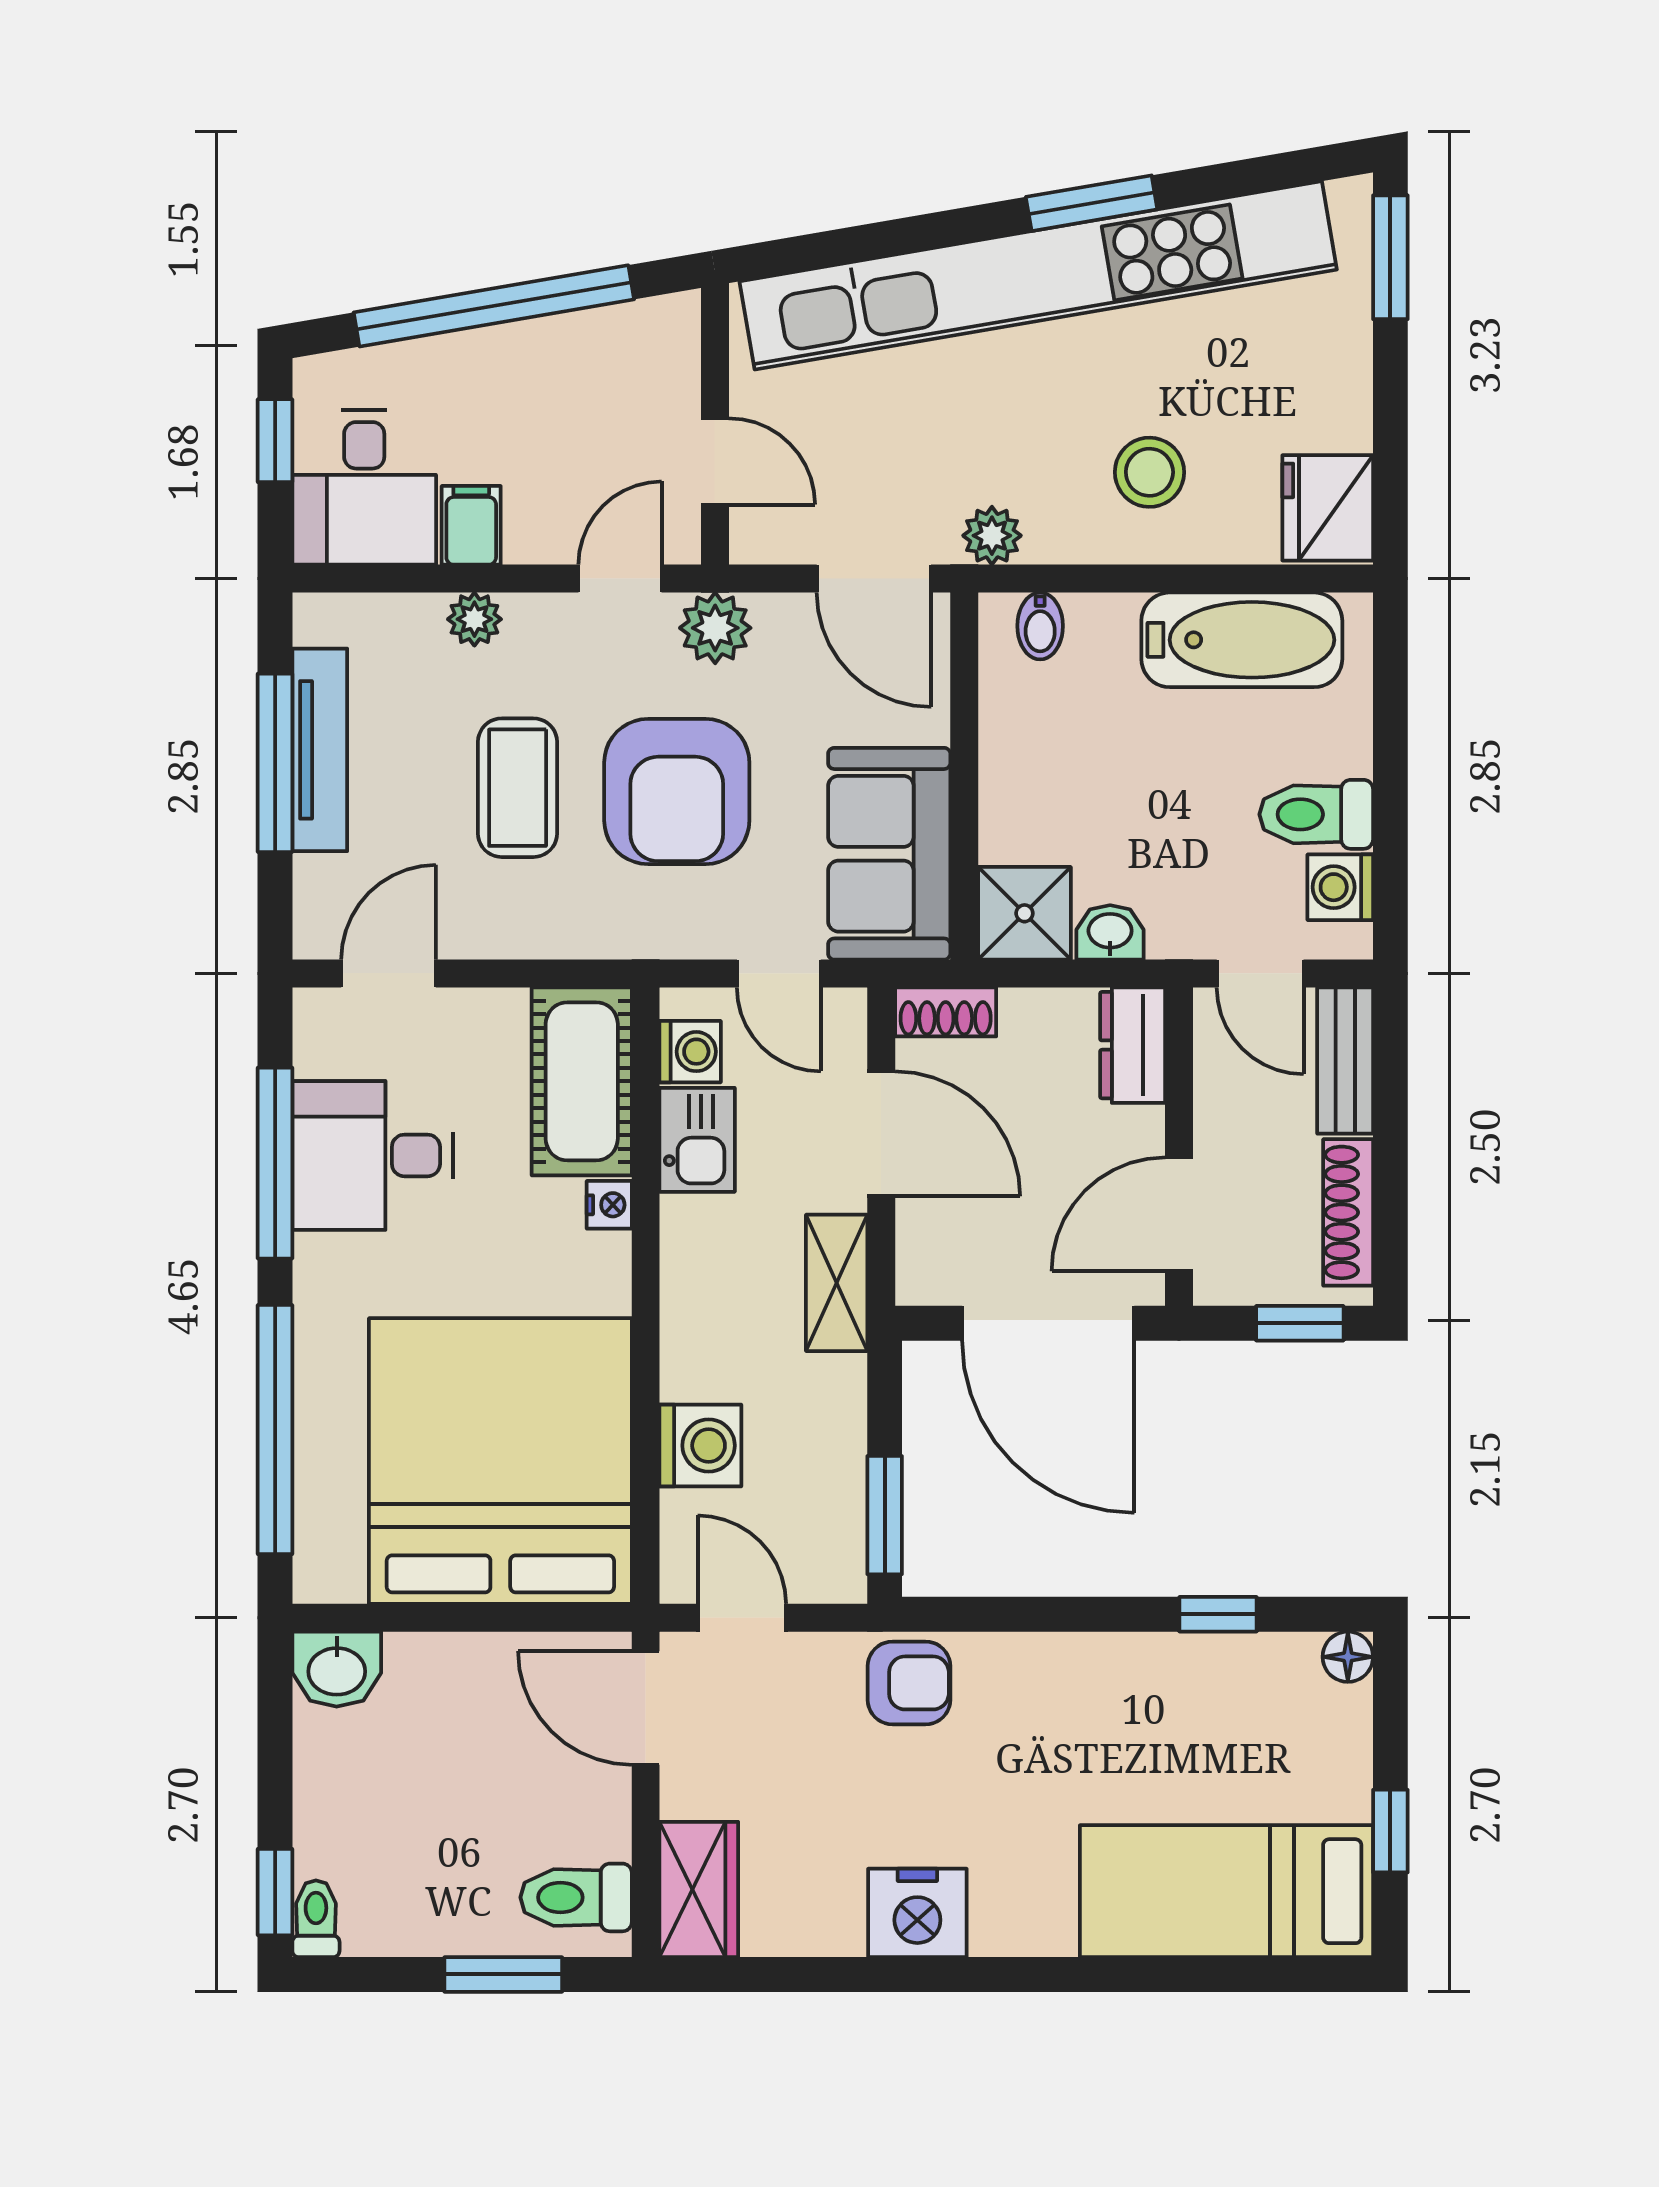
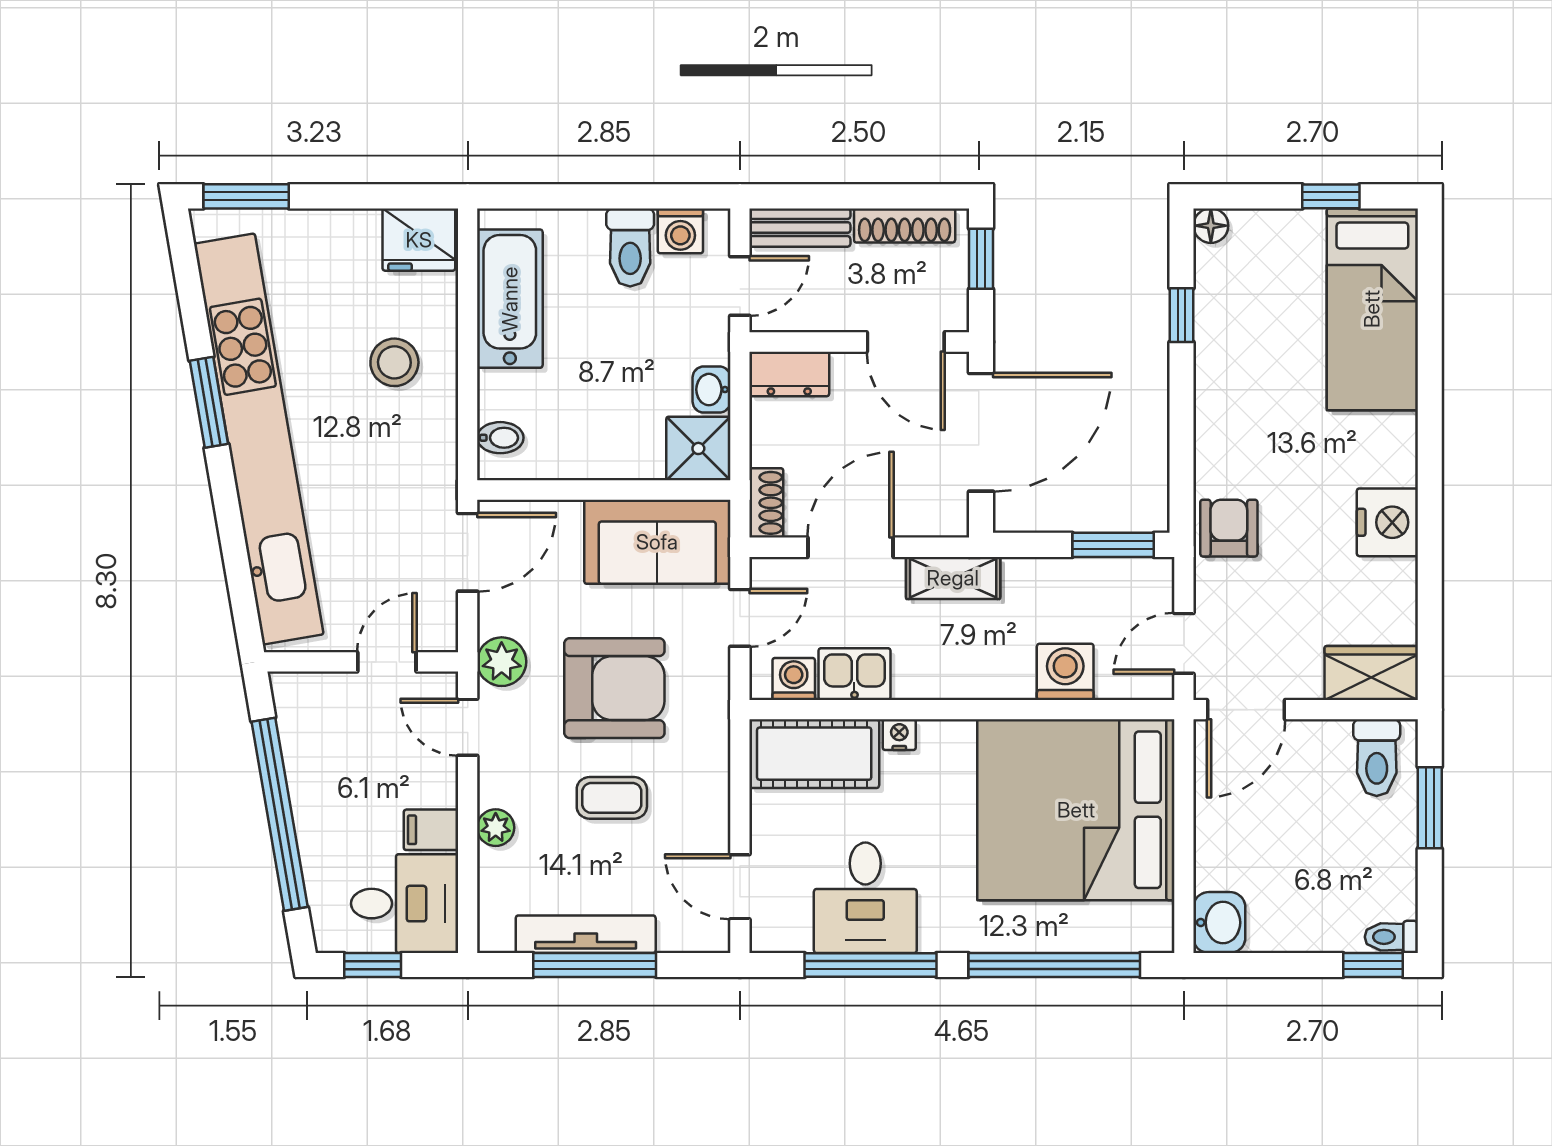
plant: (992, 536) -> (438, 471), removed
coffee table: (518, 788) -> (612, 798), width x0.73, depth x0.77

